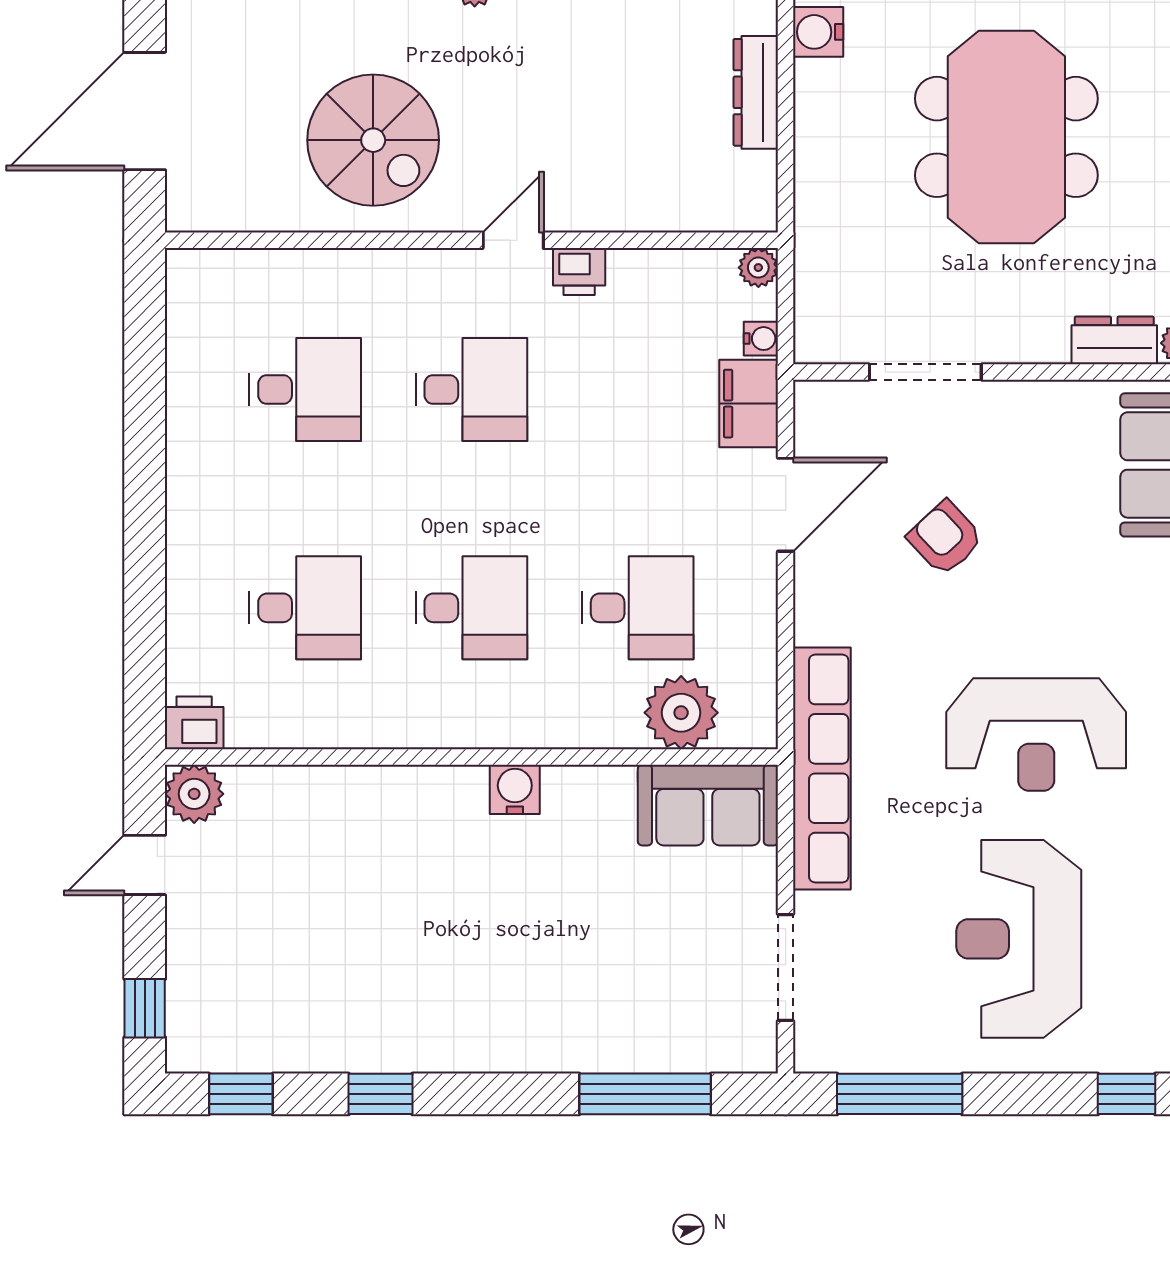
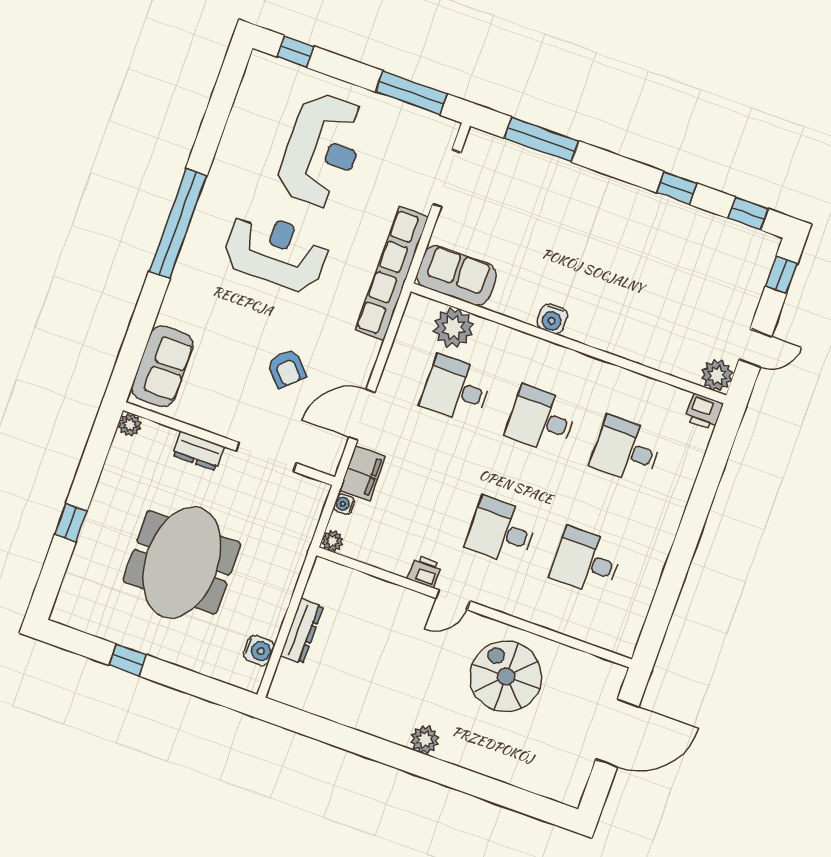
dresser: (1114, 340) -> (198, 451), moved

